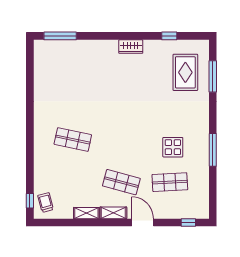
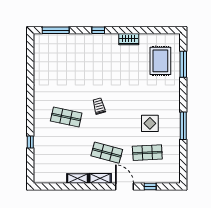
window: (169, 36) -> (98, 30), moved
wardrobe: (131, 47) -> (129, 39), moved
window: (30, 201) -> (30, 142), moved
trolley: (46, 203) -> (99, 106), moved
window: (188, 223) -> (150, 186), moved

